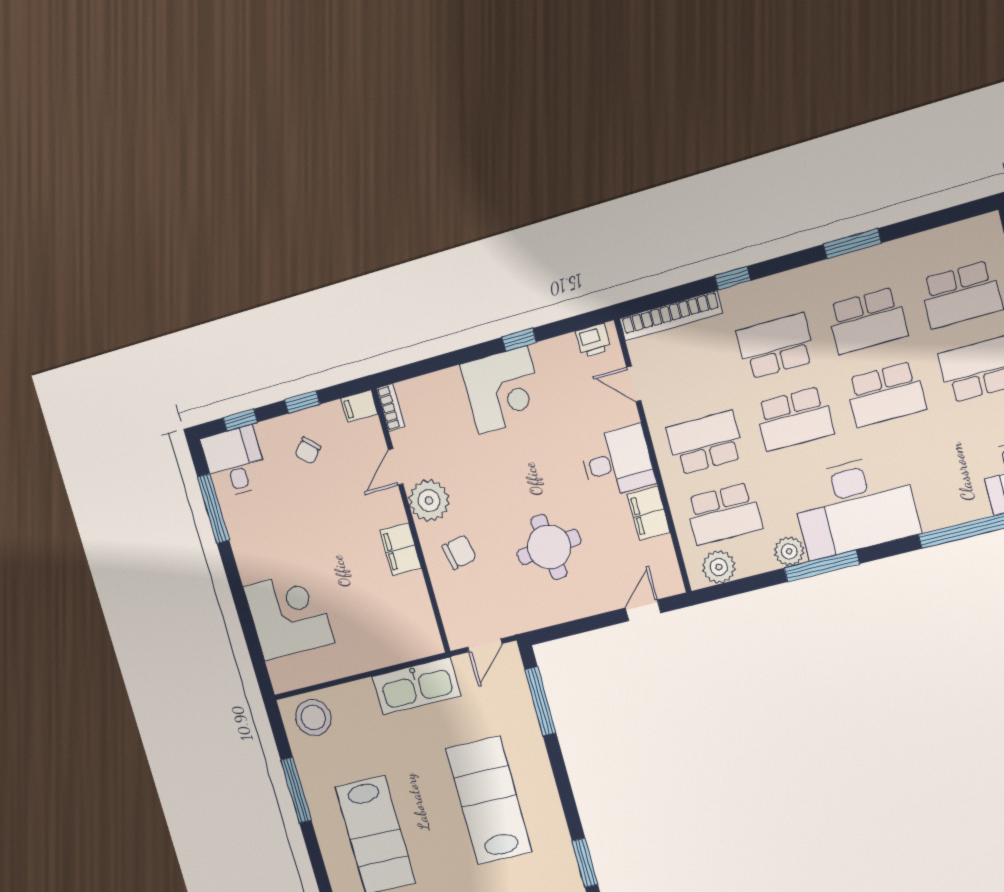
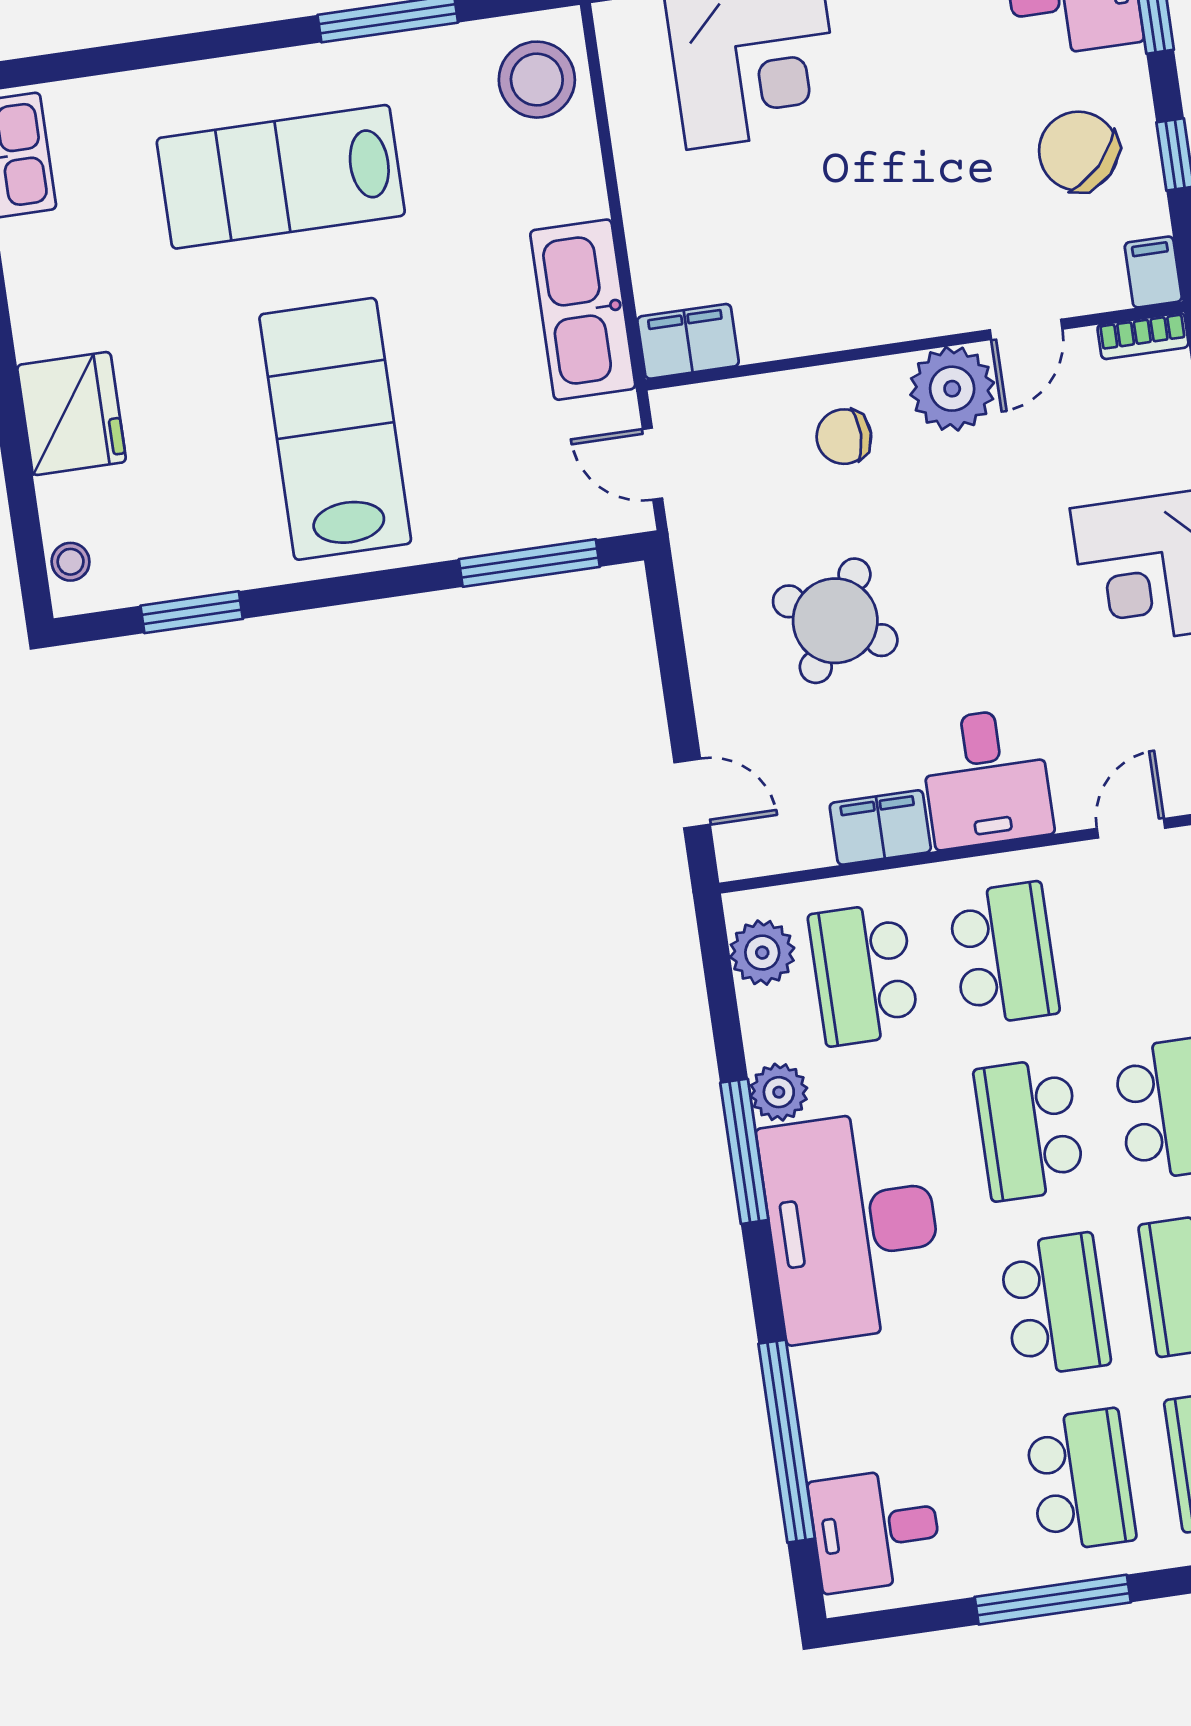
school desk: (886, 394) -> (1055, 1305), turned 180
chair: (308, 451) -> (1078, 151), width x1.87, depth x1.87
door: (396, 467) -> (1026, 329), swing flipped
round table: (549, 547) -> (835, 621), turned 37
filing cabinet: (400, 549) -> (688, 341), moved
chair: (459, 552) -> (844, 437), turned 102
lab bench: (489, 800) -> (335, 429), turned -90

